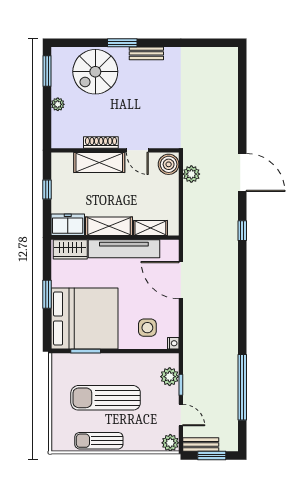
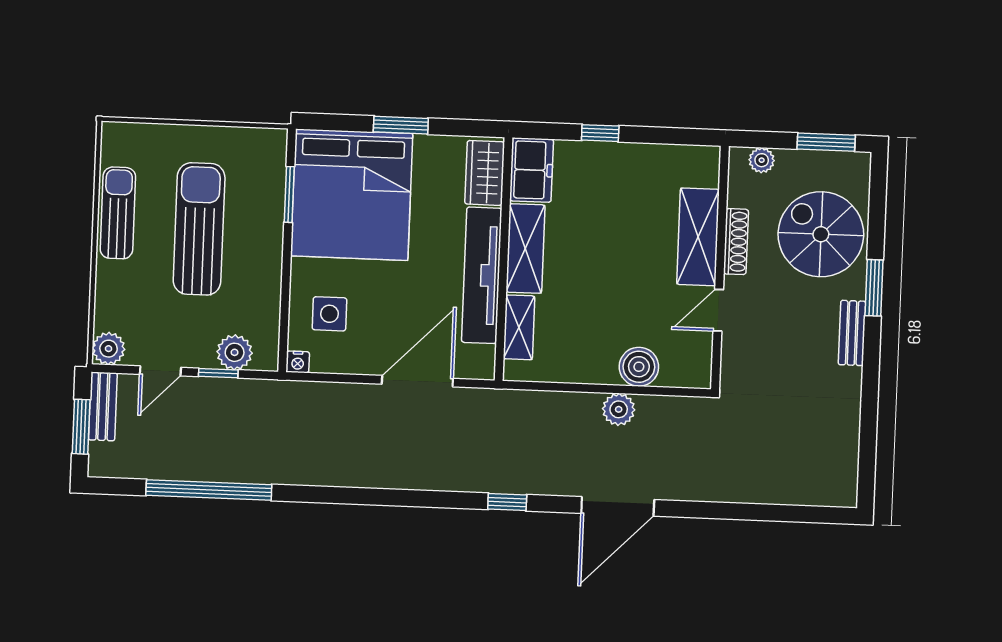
shoe rack: (101, 142) -> (736, 242), moved
wall: (115, 150) -> (720, 268), moved
door: (137, 150) -> (718, 310), moved
shelving: (99, 162) -> (698, 237), moved

